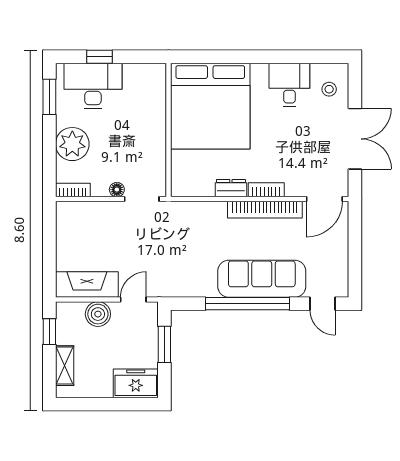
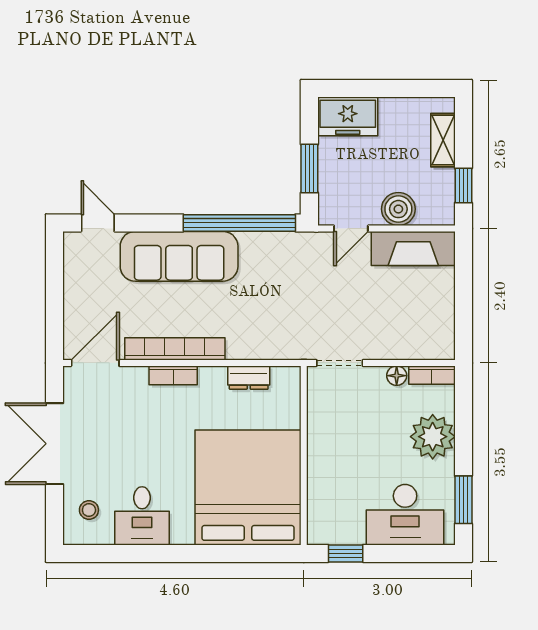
window: (99, 57) -> (346, 553), moved
dresser: (231, 188) -> (249, 378), moved
floor lamp: (117, 190) -> (397, 376), moved
window: (247, 304) -> (239, 223), moved

